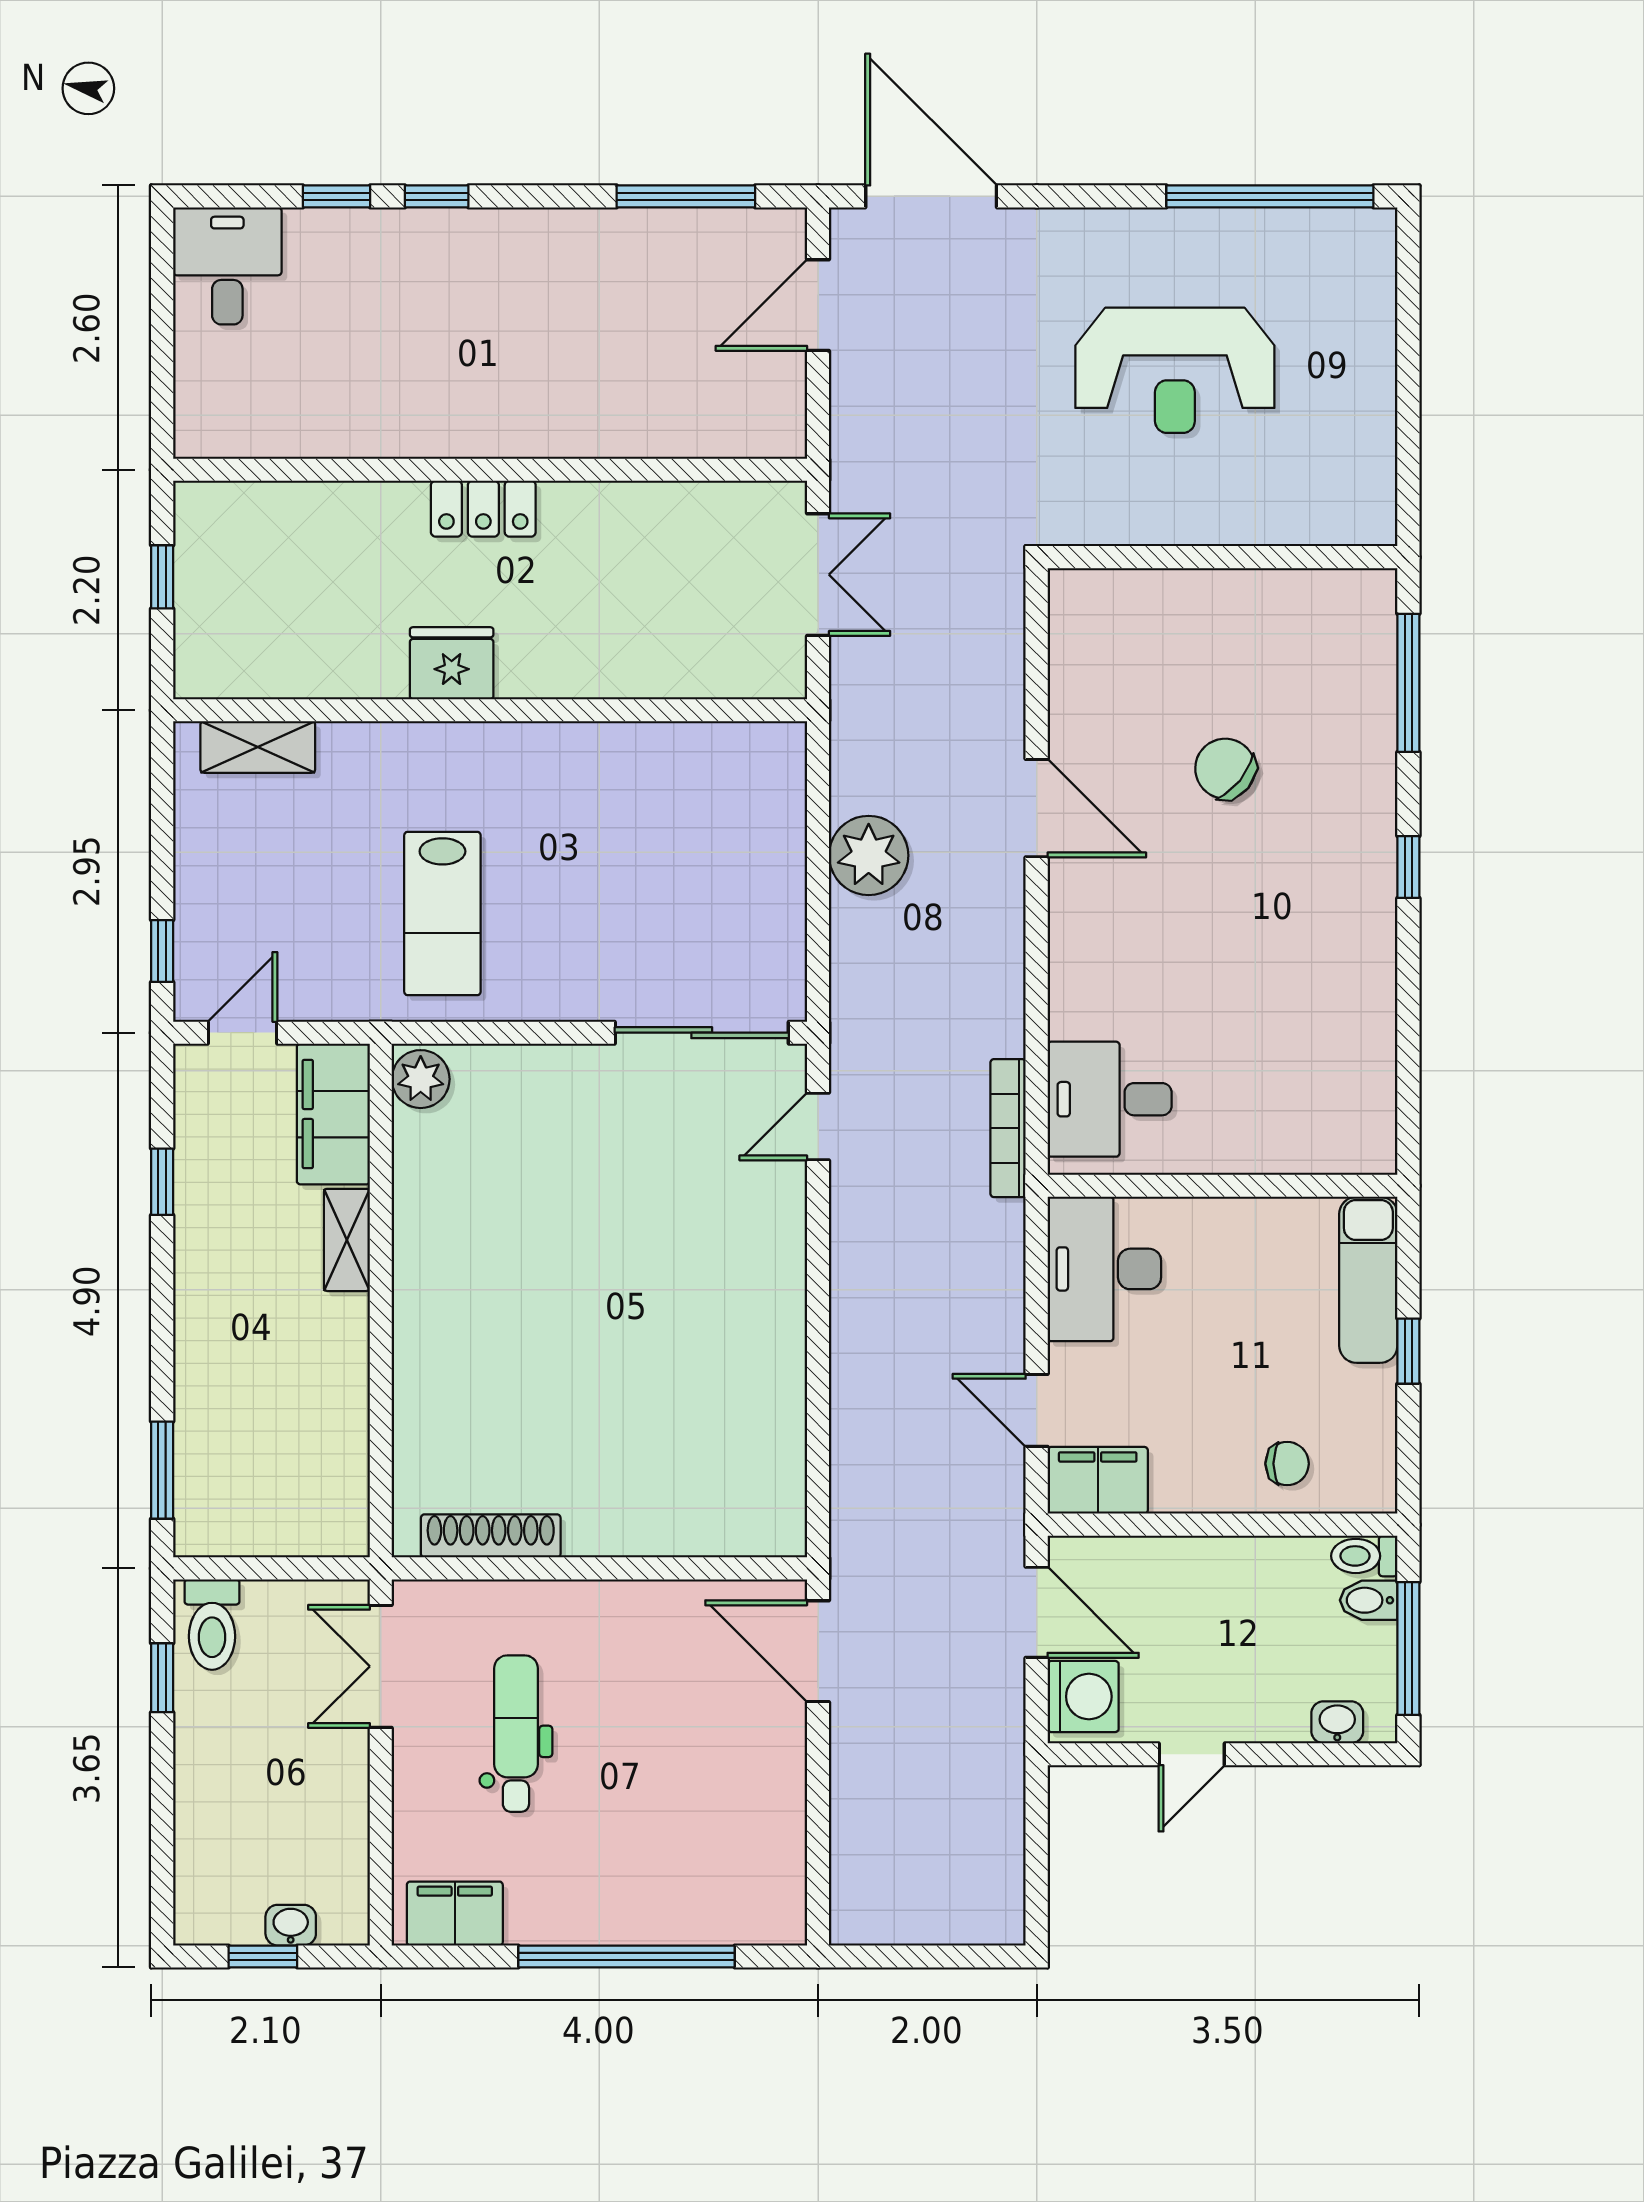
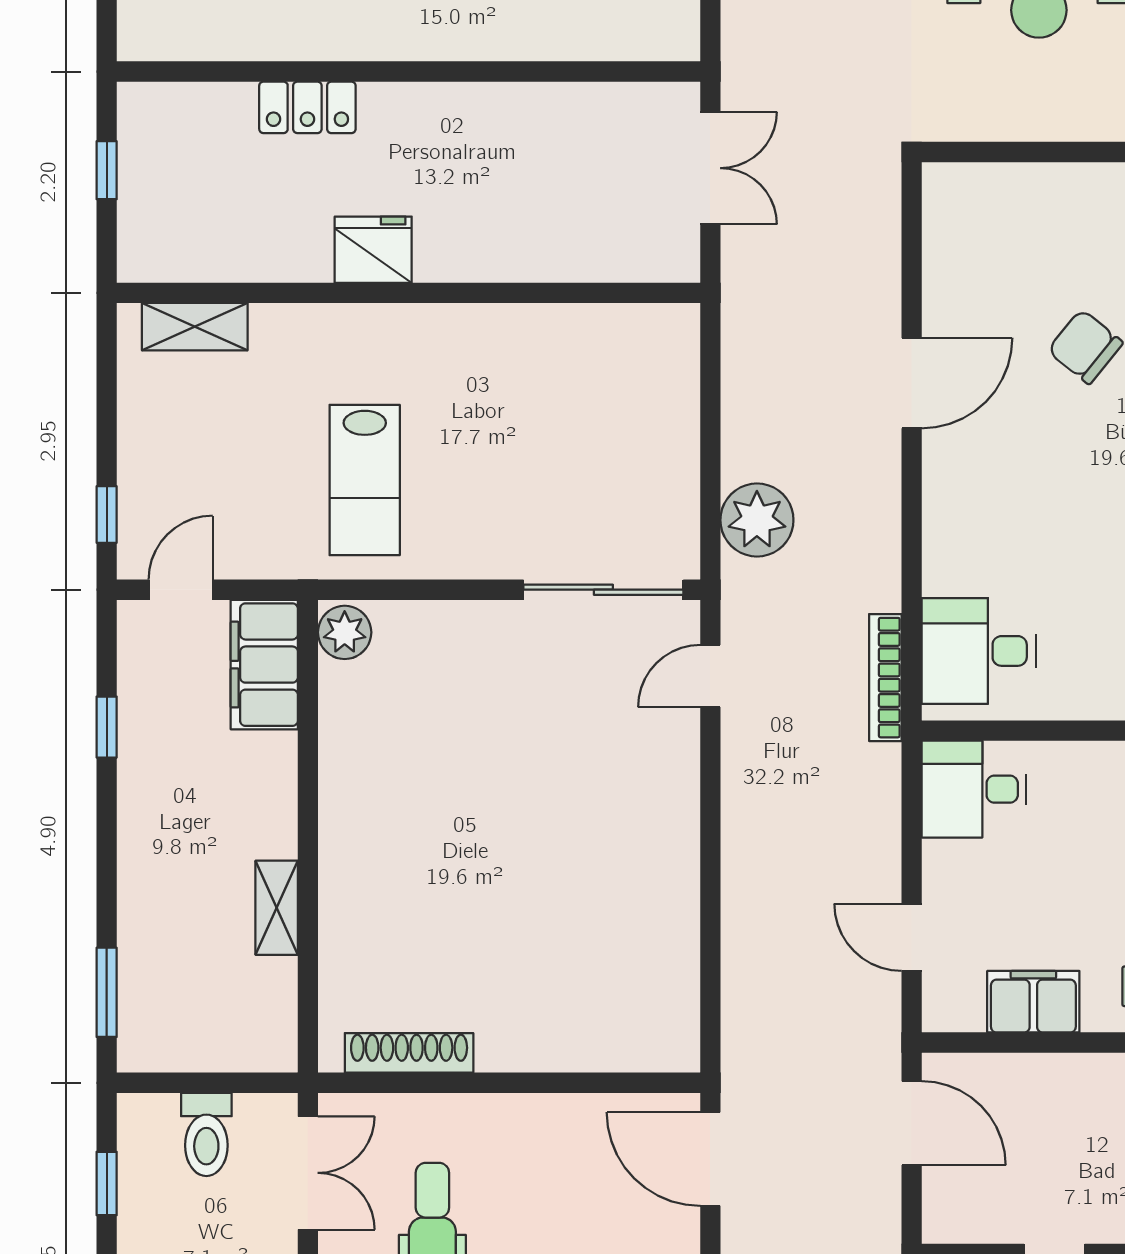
locker: (483, 509) -> (307, 107), moved
door: (1037, 808) -> (912, 383), hinge flipped
plant: (869, 855) -> (757, 520), moved
shelving: (347, 1240) -> (277, 908), moved
desk: (1104, 1269) -> (974, 789), width x0.73
filing cabinet: (1098, 1480) -> (1033, 1002), moved
toilet: (212, 1625) -> (206, 1134), moved
double door: (381, 1666) -> (308, 1173), swing flipped
washing machine: (1083, 1697) -> (954, 1201), removed

